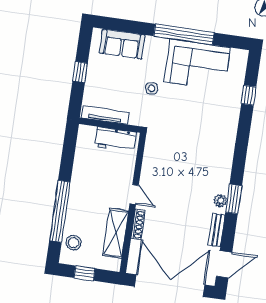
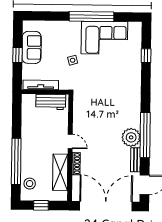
sofa: (122, 44) -> (32, 47), moved, turned -90
window: (234, 199) -> (145, 135), width x2.11
plant: (220, 201) -> (131, 137), width x1.88, depth x1.88

